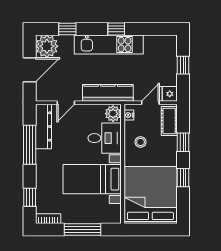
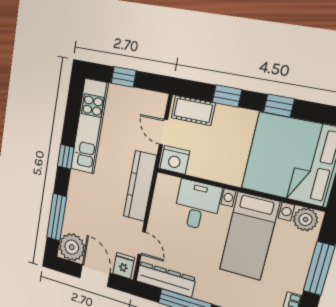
window: (67, 29) -> (56, 217), width x2.17
kitchen unit: (109, 45) -> (89, 127), moved
fridge: (168, 94) -> (124, 266), moved, turned 180
plant: (113, 114) -> (305, 219), moved
nightstand: (129, 115) -> (175, 160), width x1.89, depth x1.79
stool: (141, 142) -> (213, 157), removed

